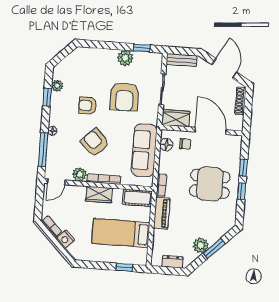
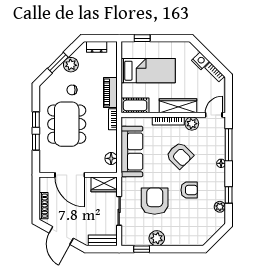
chair: (185, 144) -> (72, 90), moved
dining table: (210, 184) -> (67, 124), width x1.38
wardrobe: (99, 195) -> (178, 106), width x1.50

